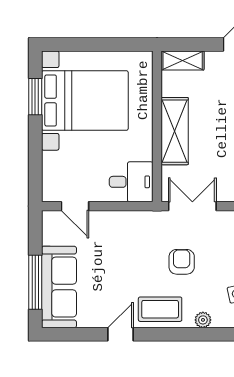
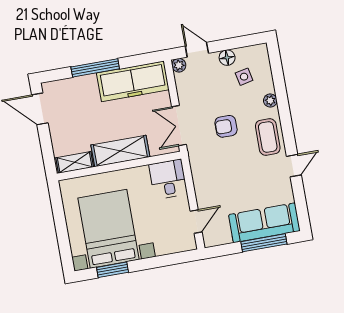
shelving: (183, 60) -> (75, 162), moved, turned 90
door: (121, 334) -> (294, 166), swing flipped

